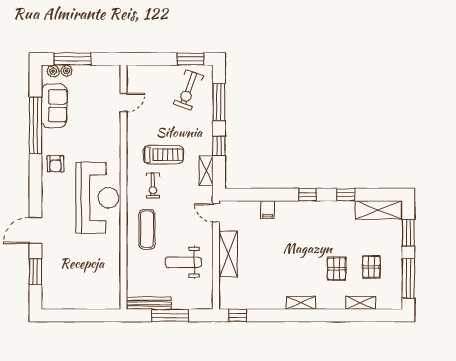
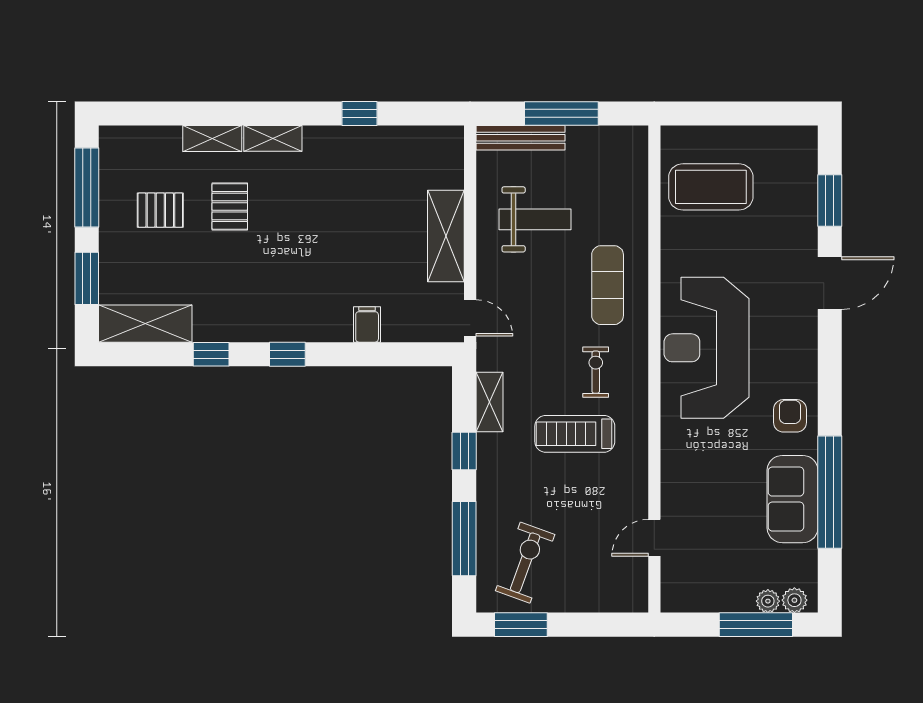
sofa: (54, 106) -> (793, 499), moved
pallet: (371, 267) -> (160, 210), turned 90
coffee table: (95, 279) -> (711, 187), added
bench: (149, 303) -> (520, 138), moved
shelving: (301, 303) -> (273, 138), moved
shelving: (361, 303) -> (212, 139), moved
window: (237, 315) -> (360, 113), moved

